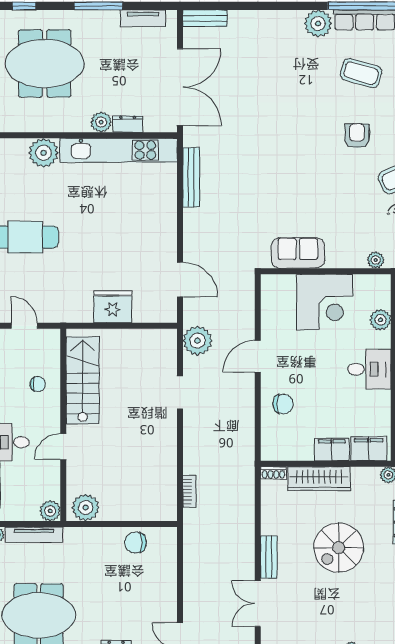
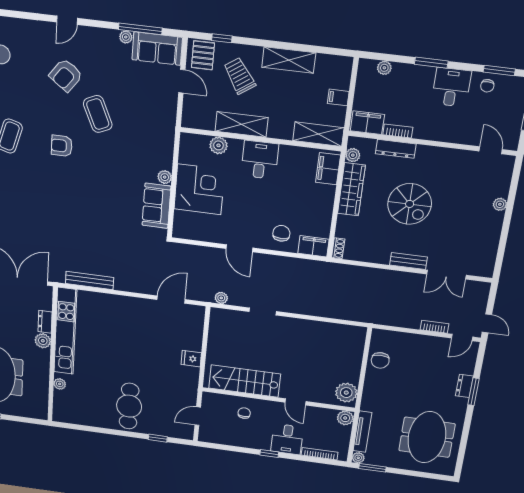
plant: (44, 153) -> (60, 384), width x0.53, depth x0.53
plant: (376, 260) -> (165, 177), moved
fridge: (113, 307) -> (191, 359), width x0.53, depth x0.75
plant: (197, 341) -> (221, 298), width x0.53, depth x0.53
filing cabinet: (332, 449) -> (313, 246), moved, turned 90
wardrobe: (319, 479) -> (351, 189), moved
bookcase: (189, 491) -> (434, 327), moved

